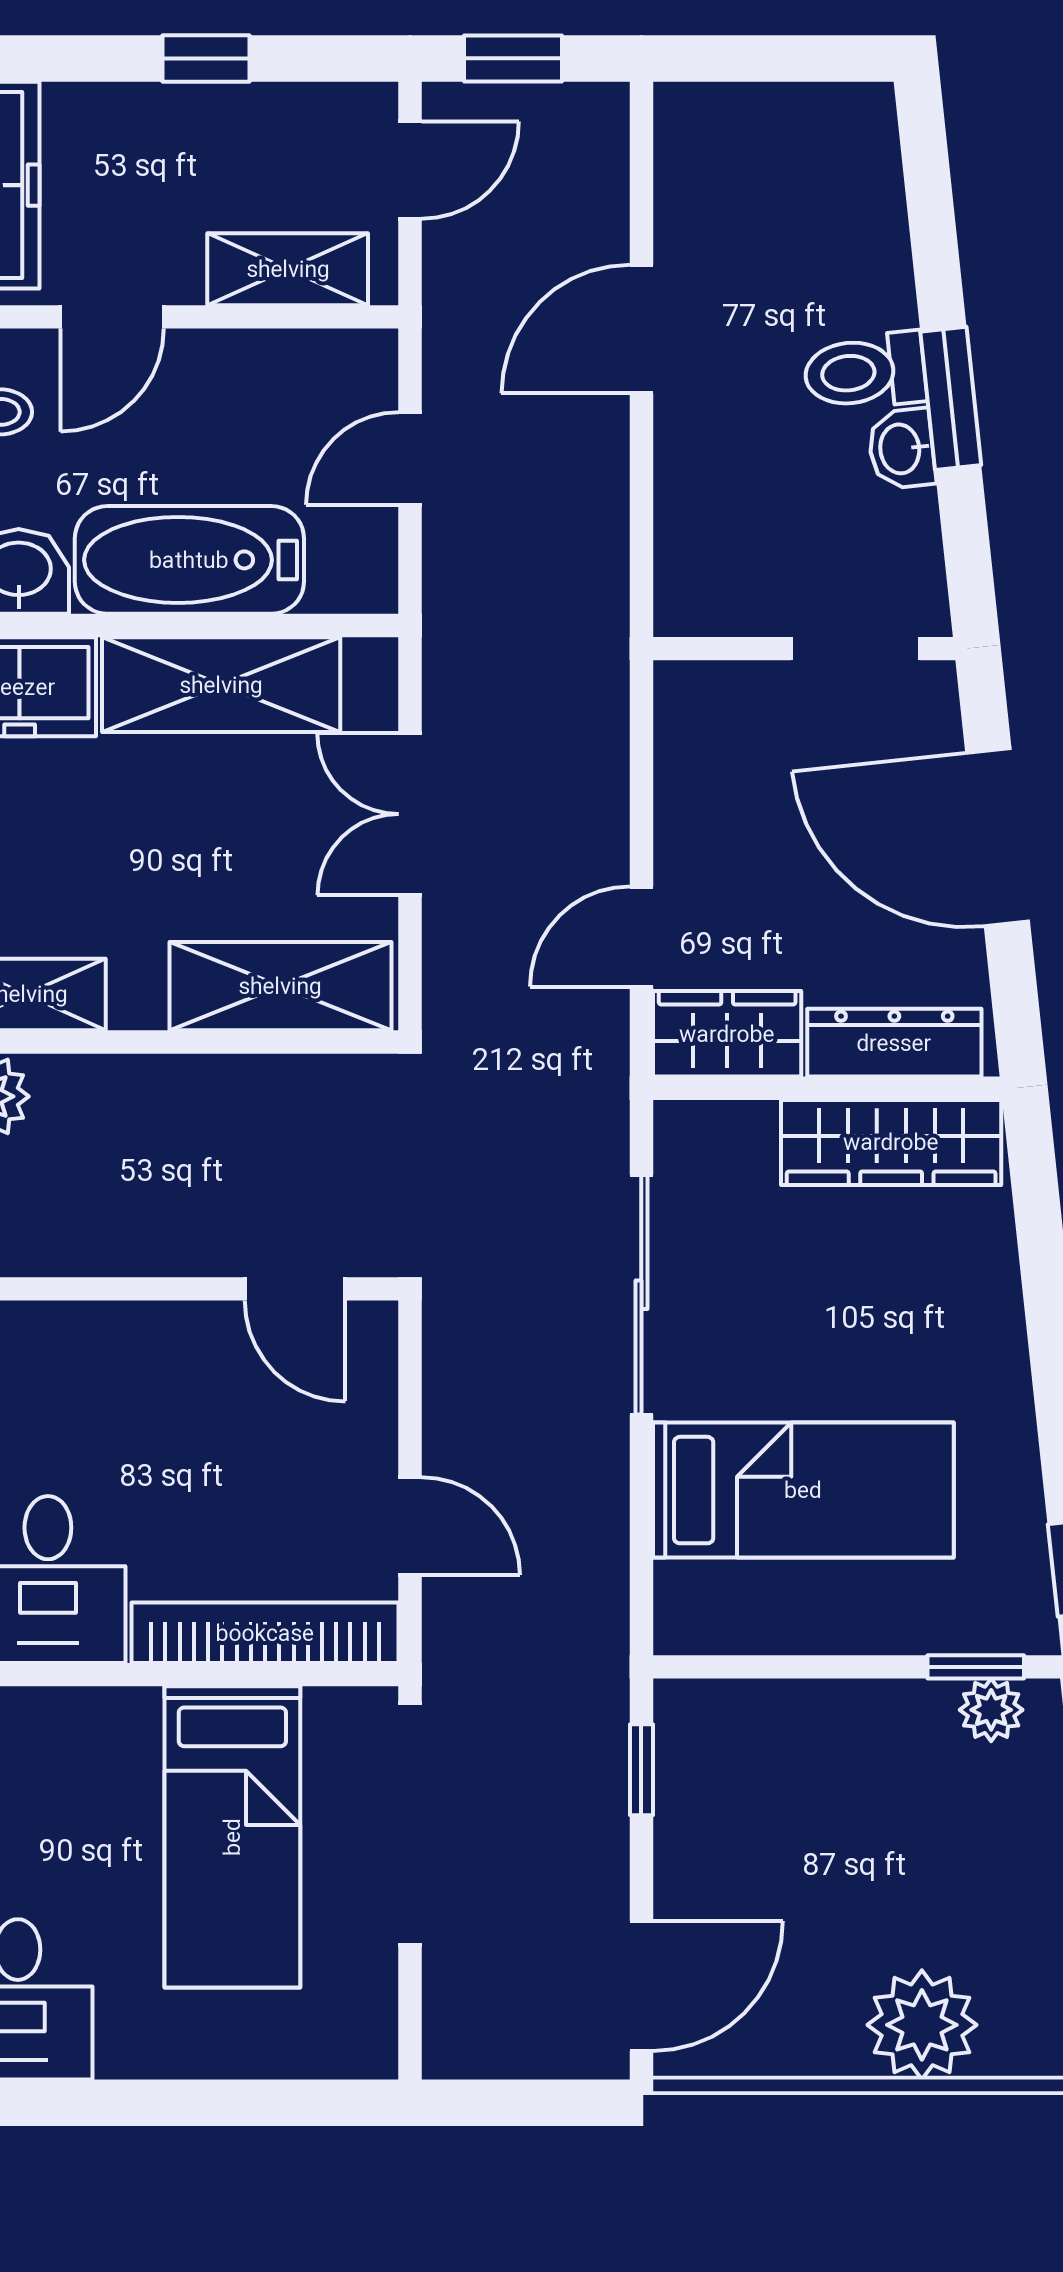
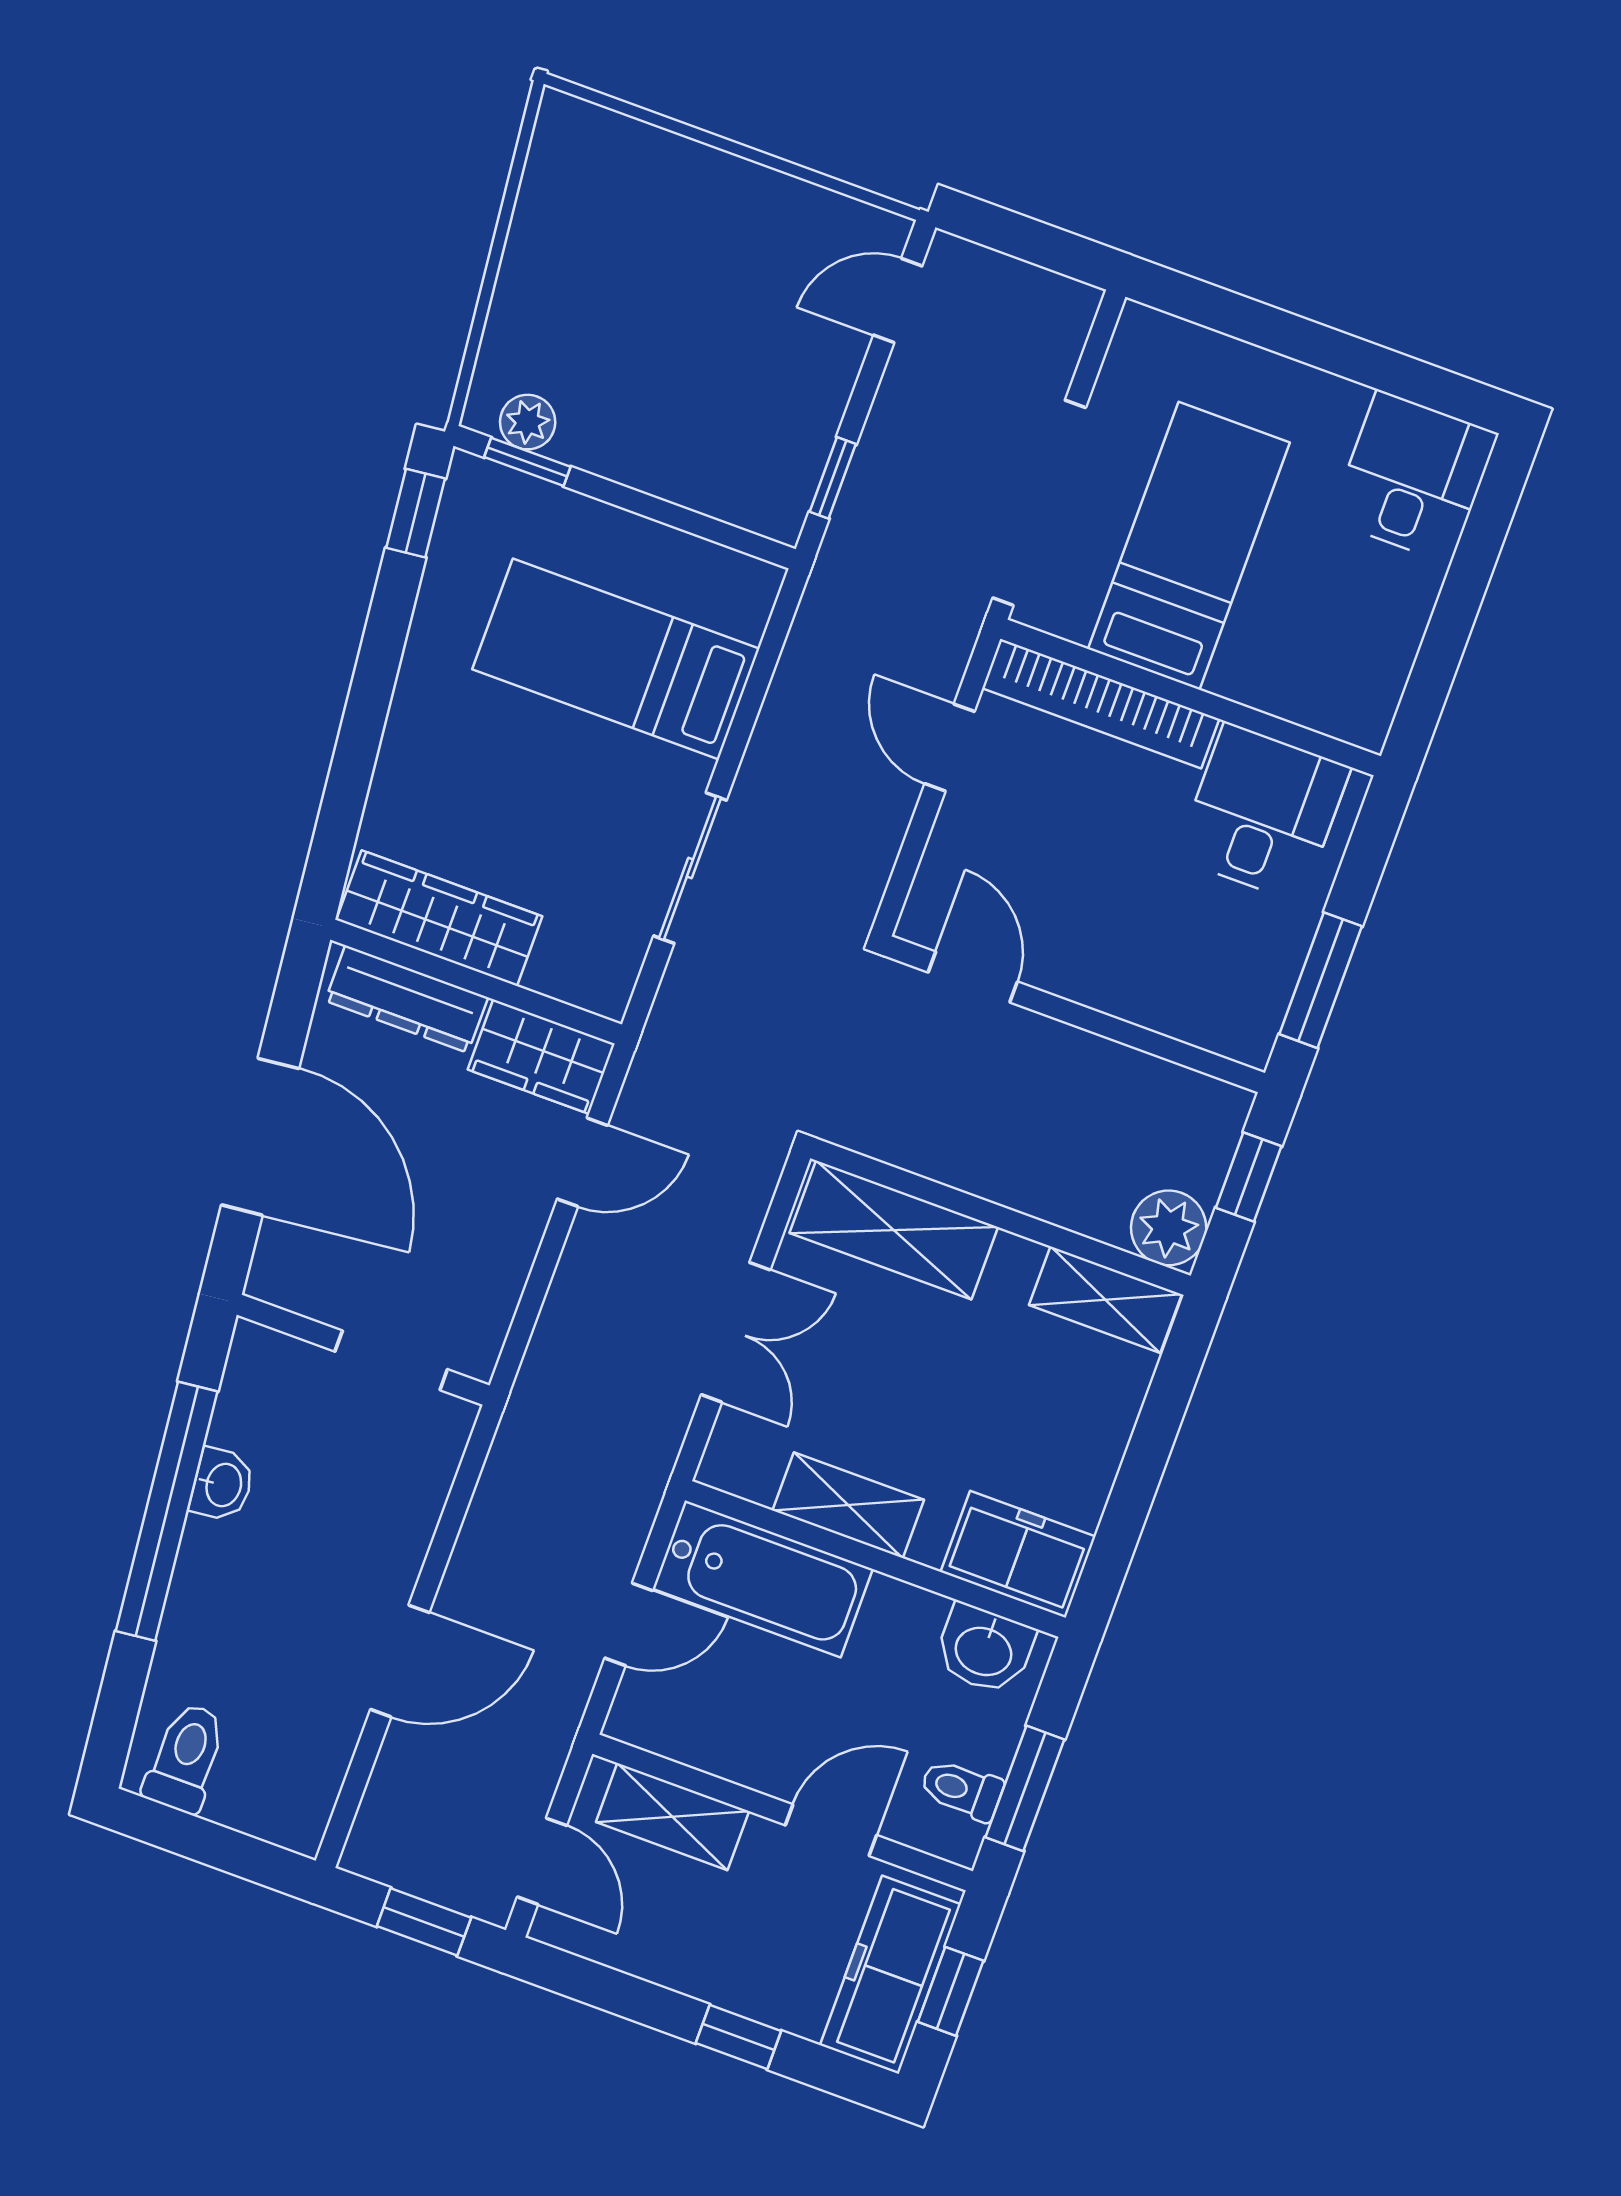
window: (206, 58) -> (738, 2037), moved
door: (410, 170) -> (542, 1861), swing flipped
toilet: (865, 371) -> (186, 1758), moved, turned -84
window: (951, 398) -> (167, 1511), width x2.11
bathtub: (189, 560) -> (763, 1579), moved
doorway: (855, 649) -> (391, 1360), moved
shelving: (221, 685) -> (848, 1505), width x0.67, depth x0.75
sliding door: (641, 1295) -> (690, 868), width x0.73
door: (641, 1986) -> (898, 301), width x0.73
plant: (922, 2025) -> (679, 184), removed

